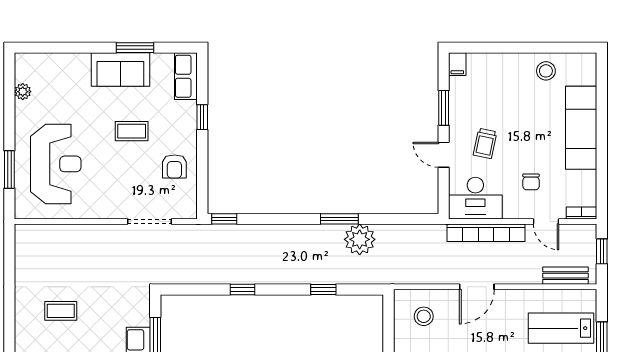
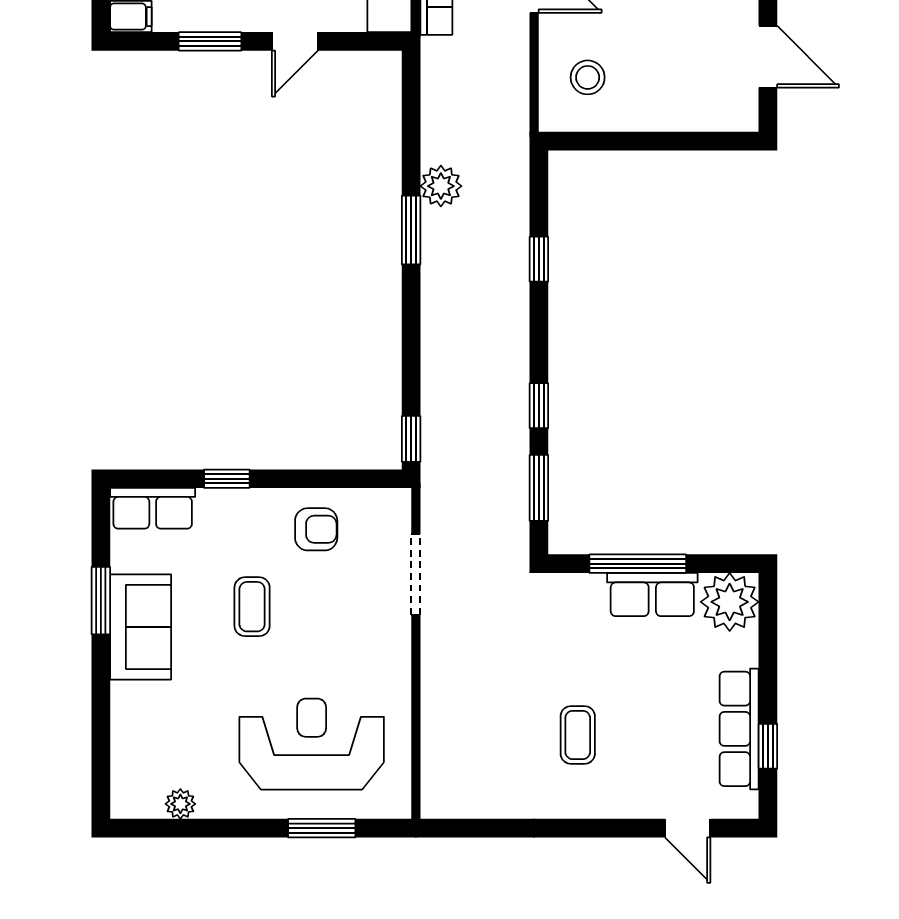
plant: (360, 239) -> (441, 186), width x0.73, depth x0.73
window: (197, 289) -> (539, 488), added

